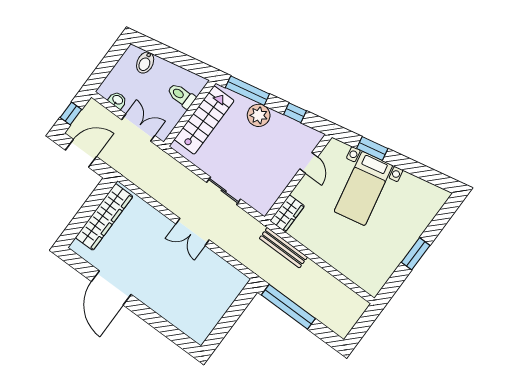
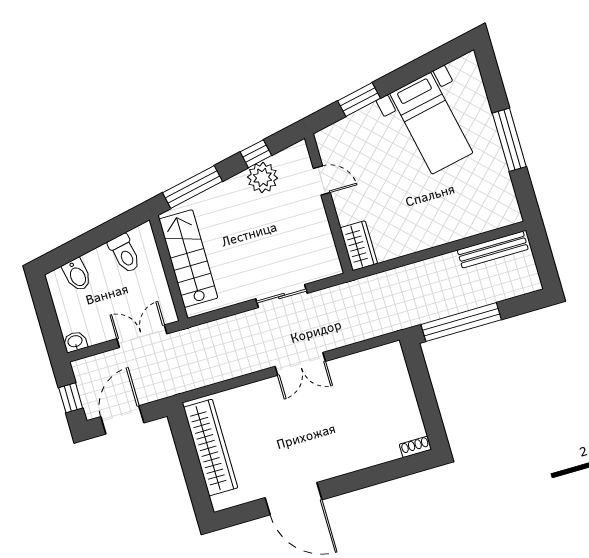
toilet: (181, 96) -> (125, 254), moved, turned -102
washbasin: (117, 100) -> (75, 342), moved
plant: (259, 115) -> (263, 178), moved
bed with nightstands: (363, 188) -> (431, 123), moved
bench: (283, 248) -> (493, 250), moved
window: (416, 254) -> (509, 140), width x1.44
shoe rack: (195, 336) -> (415, 447), added

